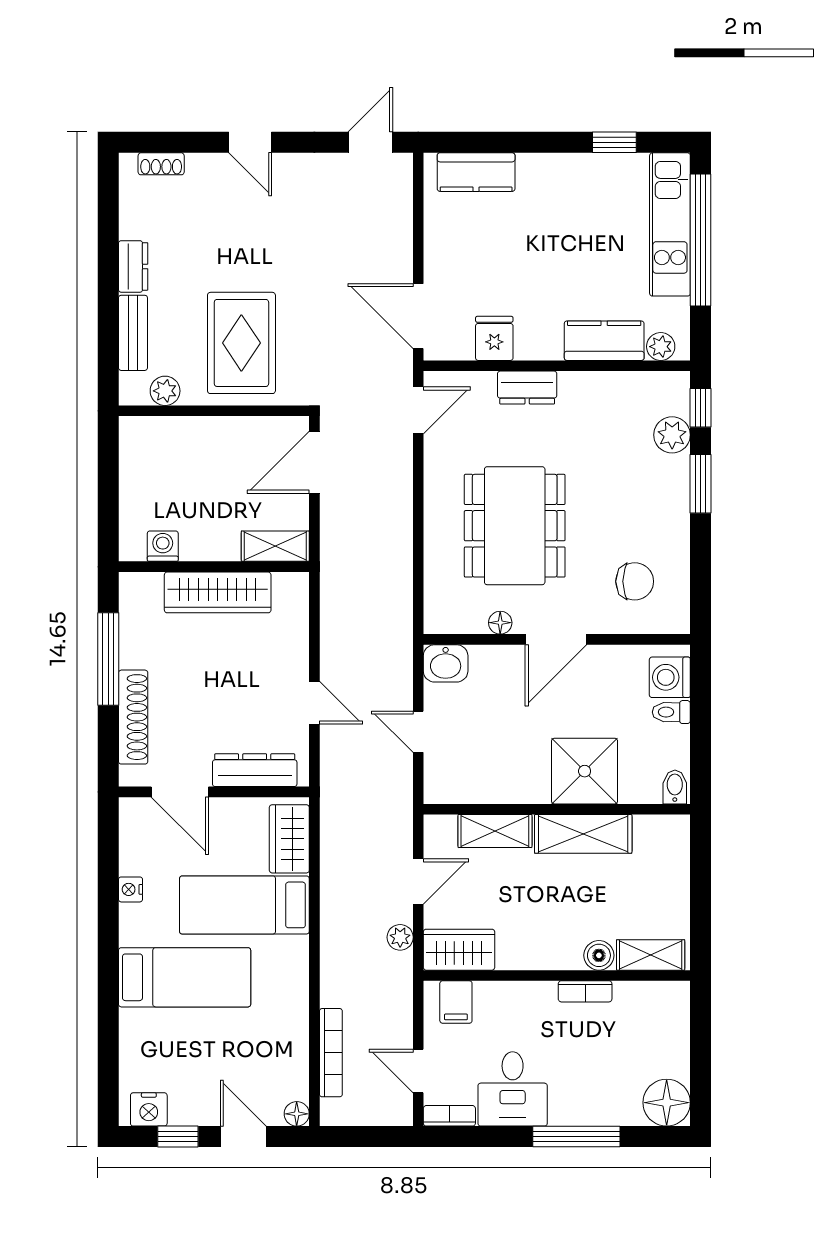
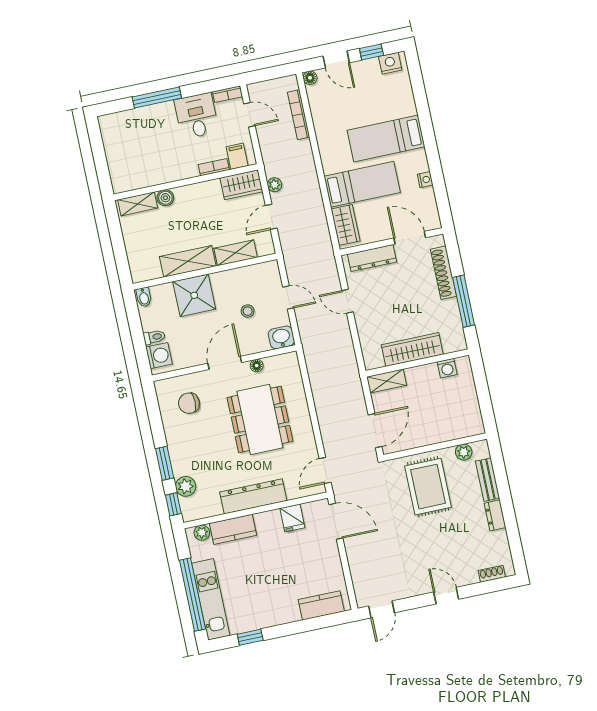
dresser: (527, 388) -> (253, 496), width x1.96, depth x1.24
stool: (496, 723) -> (248, 311), added
bookcase: (585, 991) -> (214, 167), moved
floor lamp: (667, 1103) -> (112, 126), removed

